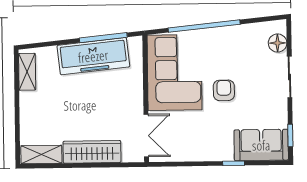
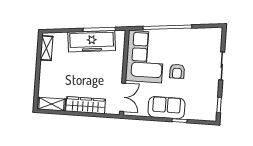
floor lamp: (278, 43) -> (216, 43), removed
armchair: (224, 90) -> (177, 71), turned 180
sofa: (261, 145) -> (166, 108), moved

